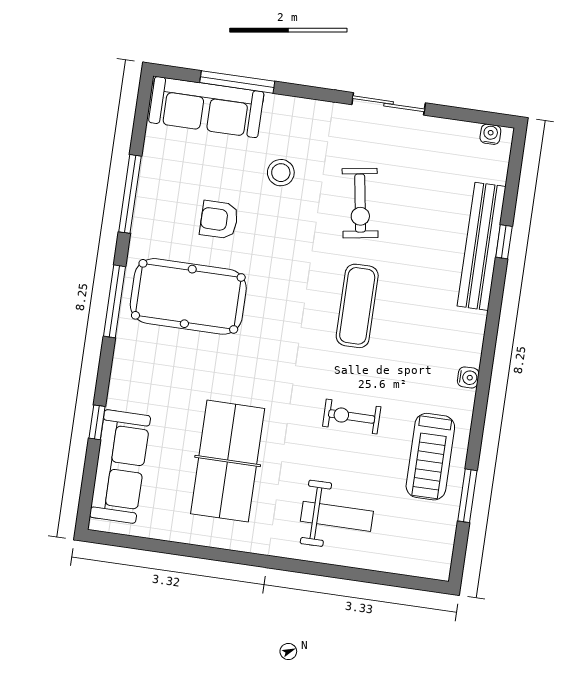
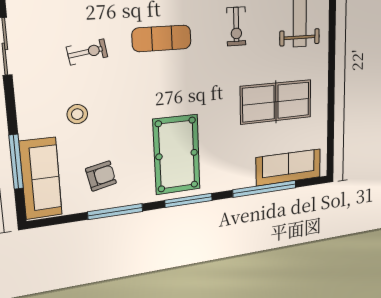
exercise bike: (360, 203) -> (87, 52), width x0.73, depth x0.72
armchair: (219, 220) -> (101, 176), moved, turned -102
window: (97, 422) -> (265, 189), width x3.17

